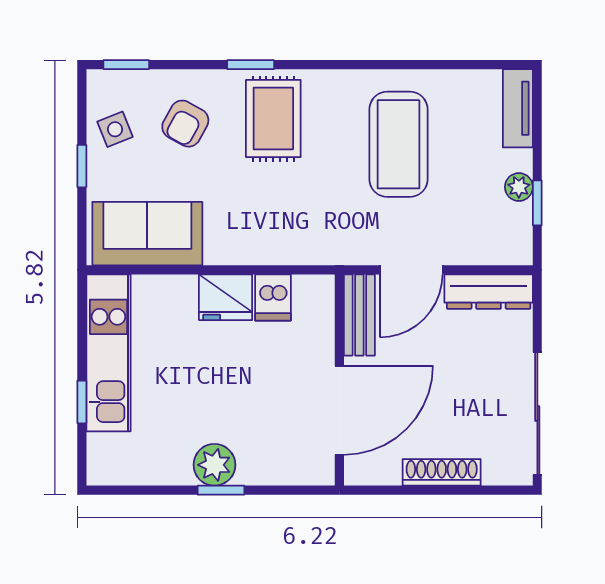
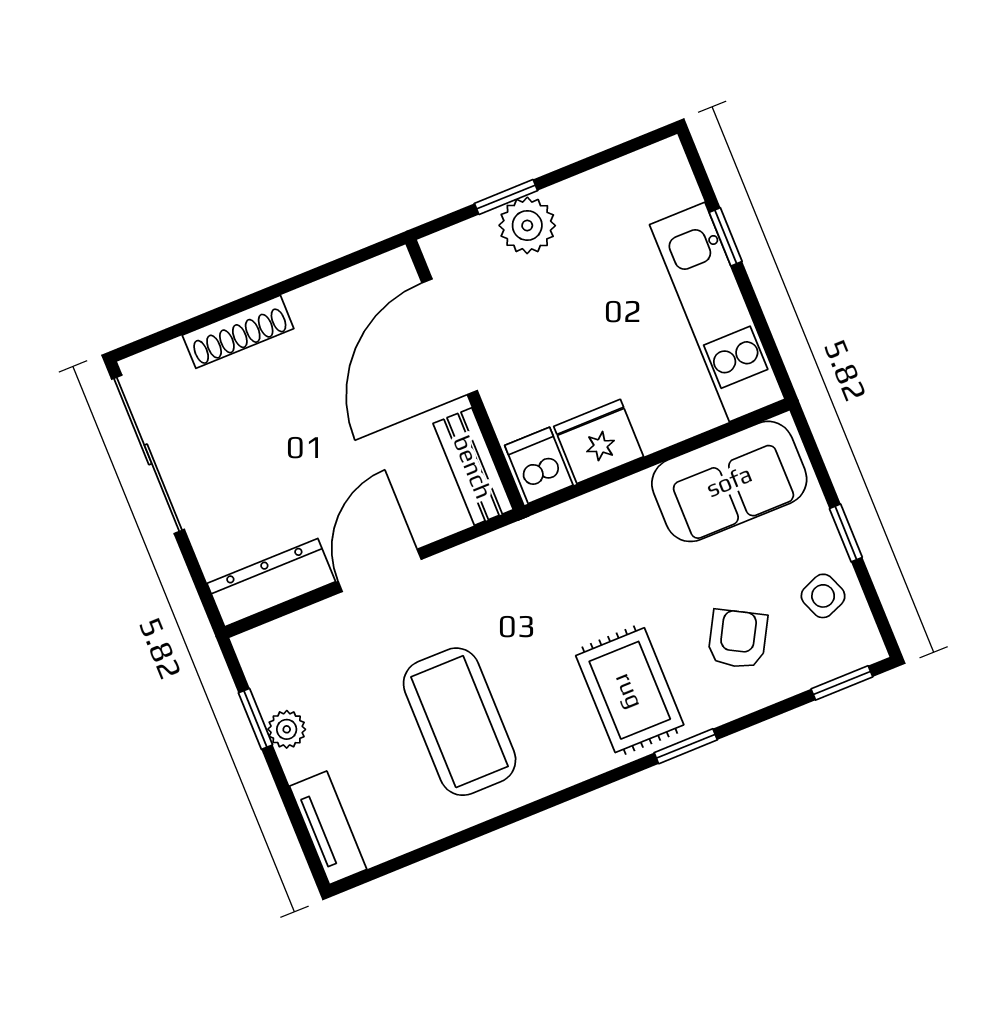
bench: (359, 315) -> (473, 467), moved
wall: (339, 380) -> (465, 375), moved
door: (339, 410) -> (450, 337), moved

